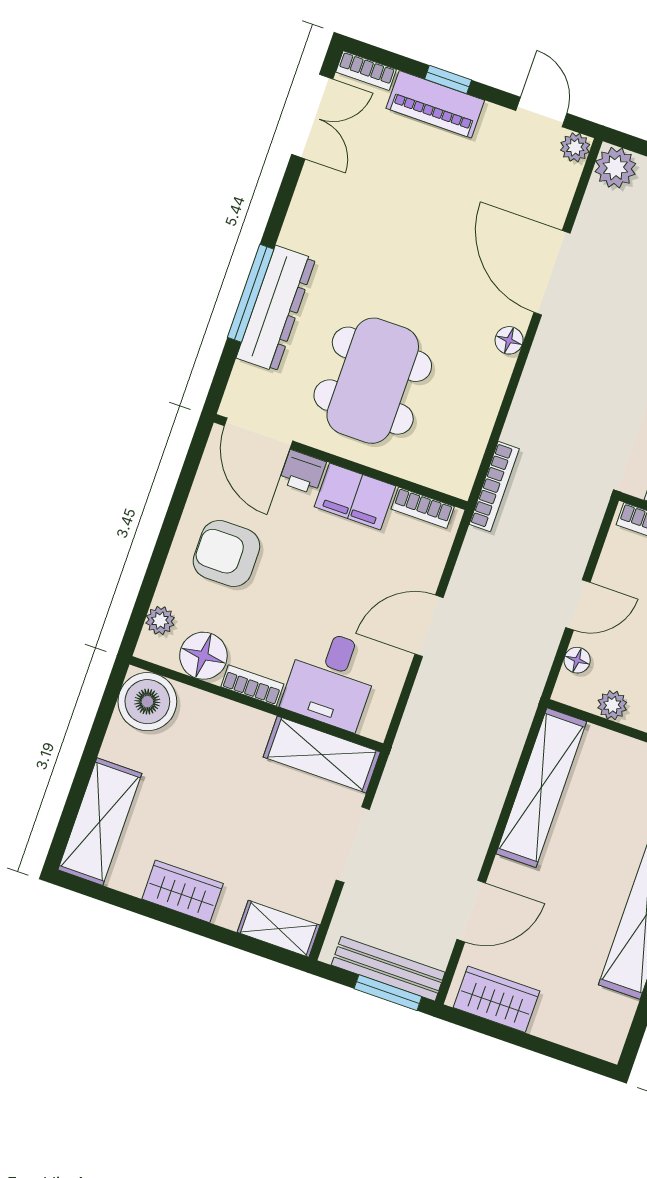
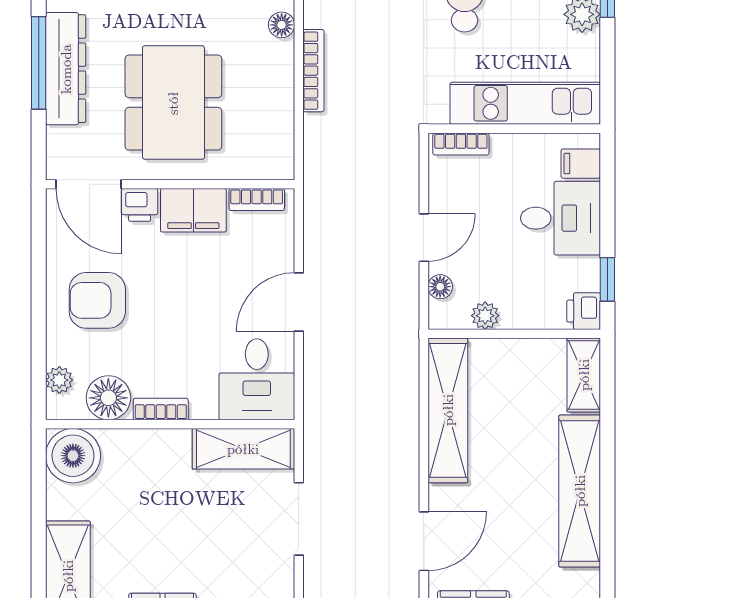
bookcase: (494, 487) -> (313, 71), moved
desk: (331, 679) -> (257, 379), moved

